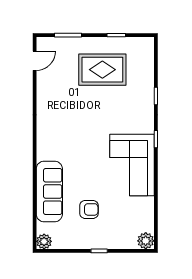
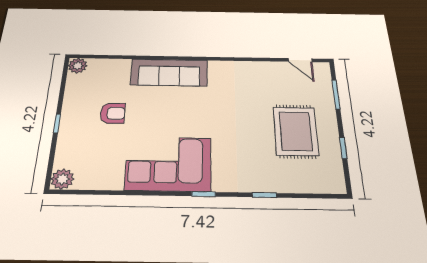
sofa: (49, 191) -> (169, 72), moved
armchair: (89, 209) -> (113, 113), turned -90

